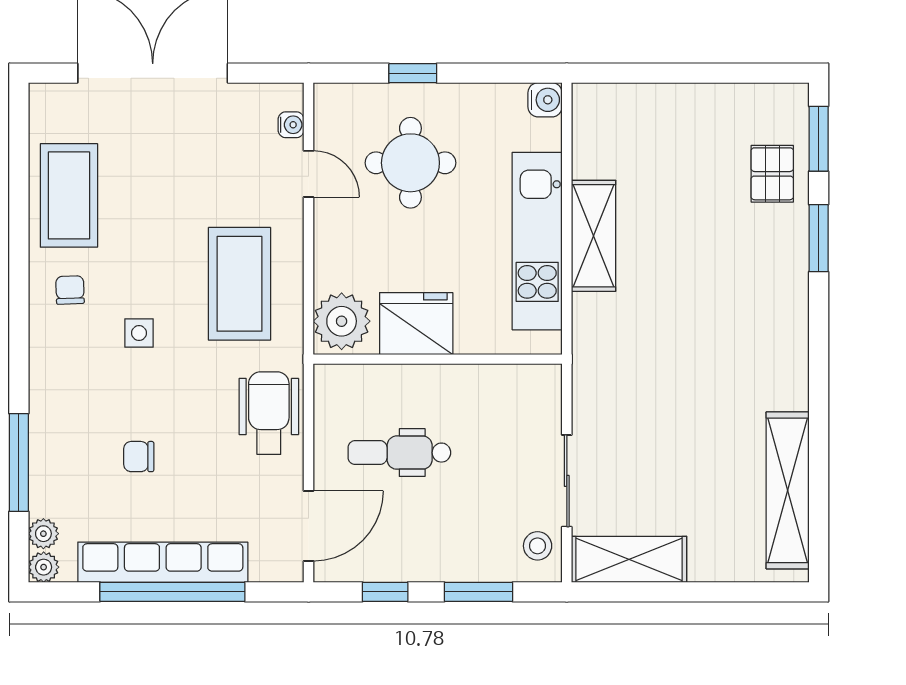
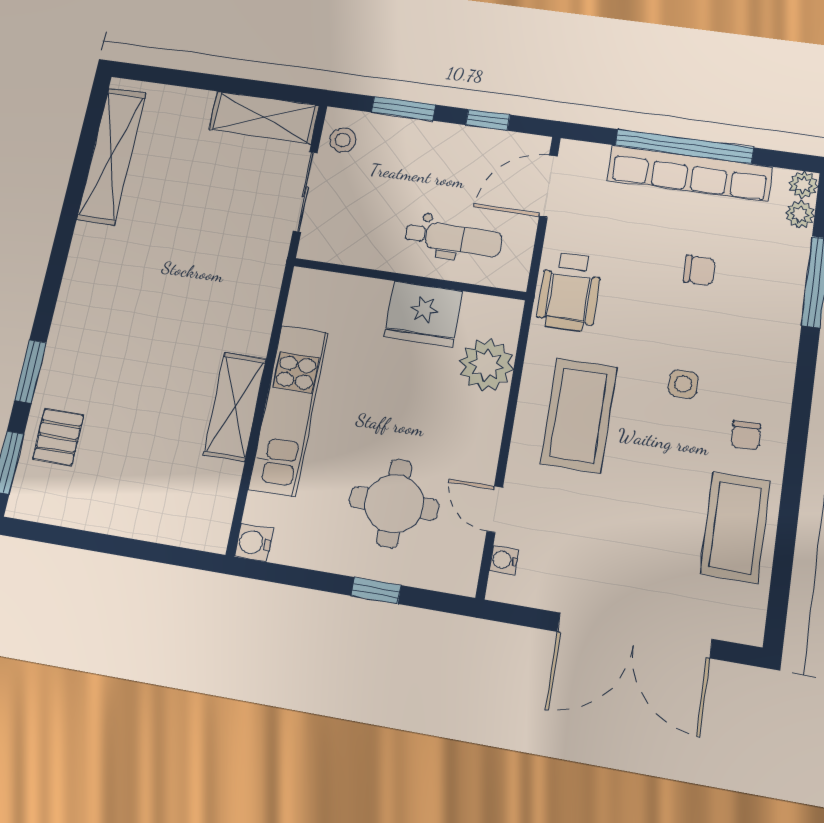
fridge: (416, 324) -> (423, 314), moved
wall: (438, 359) -> (409, 279), moved

